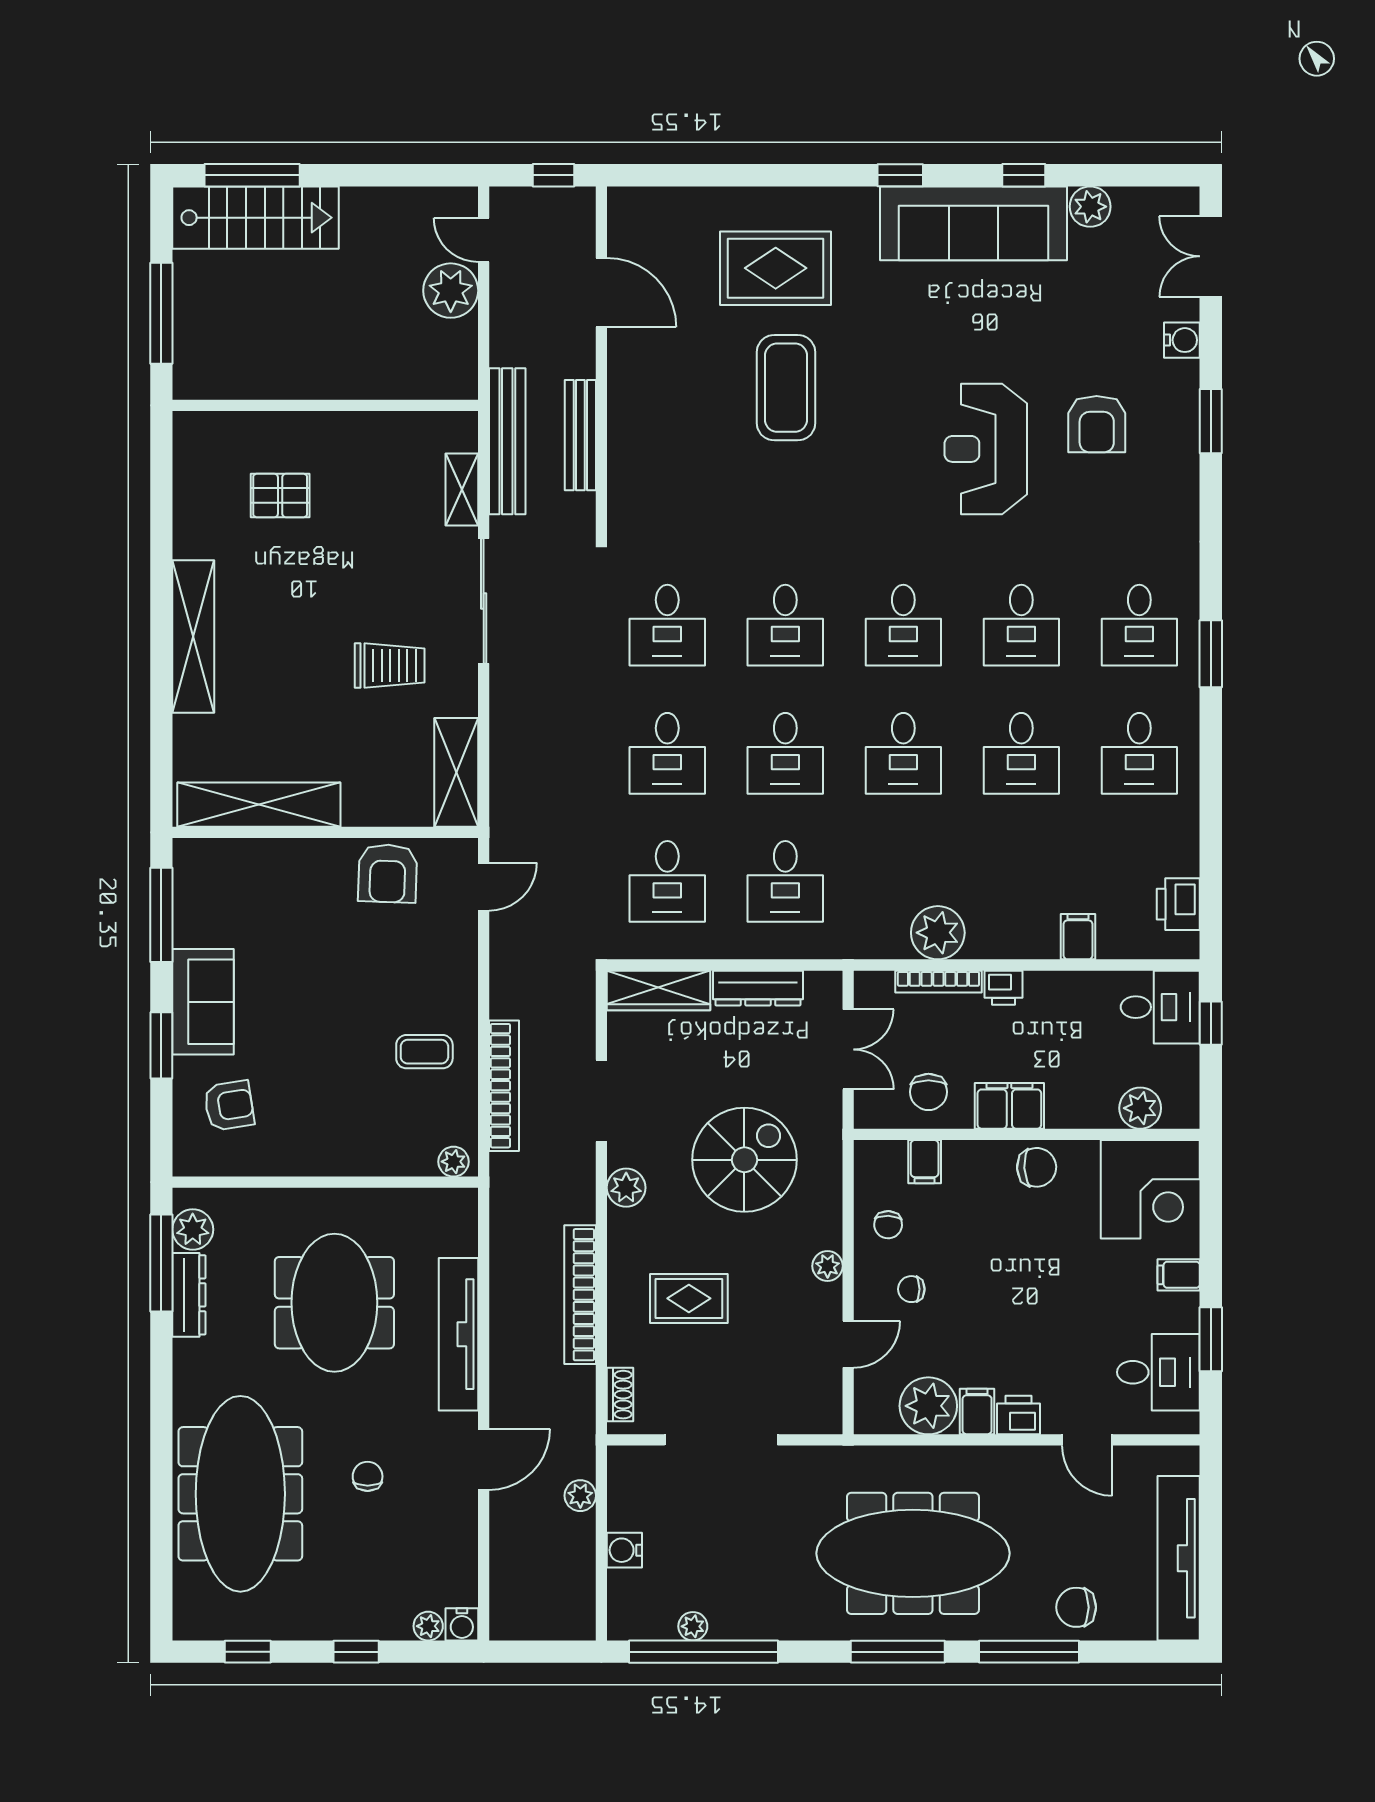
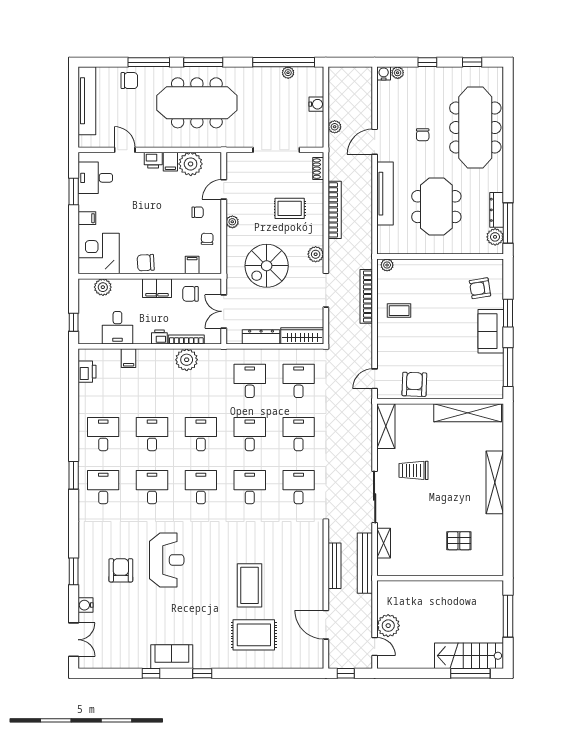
plant: (1090, 207) -> (124, 660), removed
sofa: (973, 223) -> (172, 657), width x0.54, depth x0.79
desk: (1160, 1007) -> (117, 328), moved, turned -90
chair: (928, 1092) -> (190, 294), turned -90

